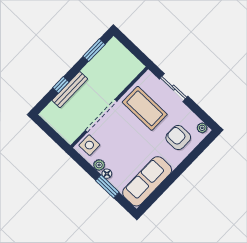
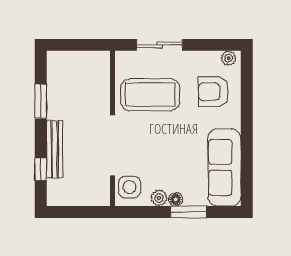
window: (94, 50) -> (41, 101), moved
window: (61, 85) -> (41, 169), moved

